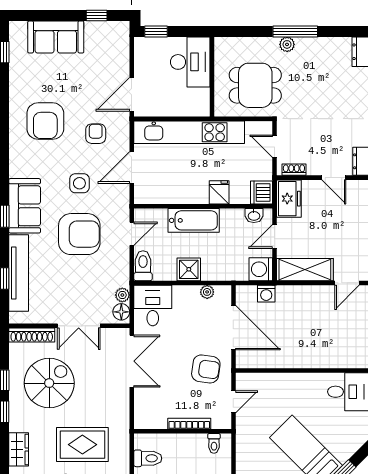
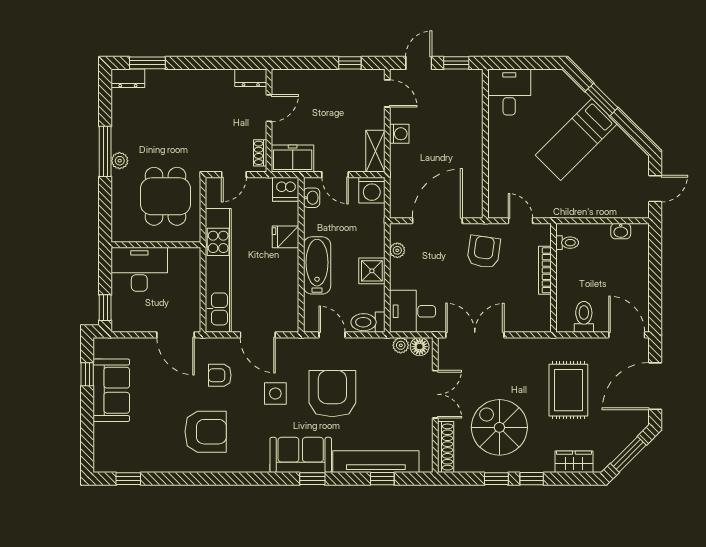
sofa: (56, 37) -> (111, 390), moved
shelving: (305, 270) -> (375, 151), width x0.67, depth x0.75
washing machine: (266, 294) -> (399, 134), moved

